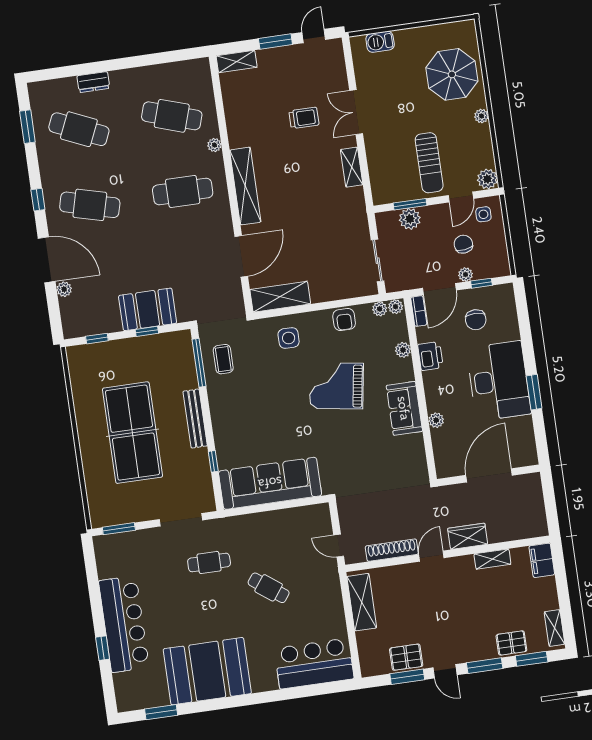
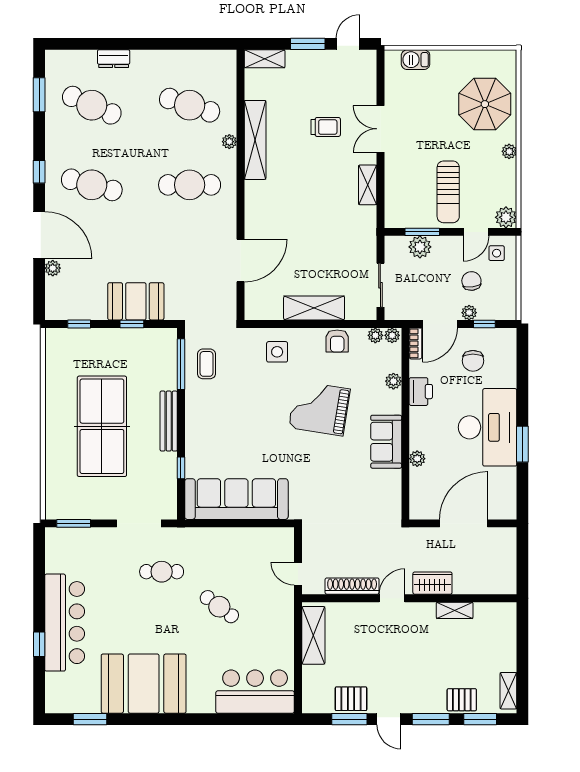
shelving: (245, 186) -> (255, 140), moved
shelving: (280, 297) -> (314, 308), moved
filing cabinet: (542, 560) -> (505, 619), removed

